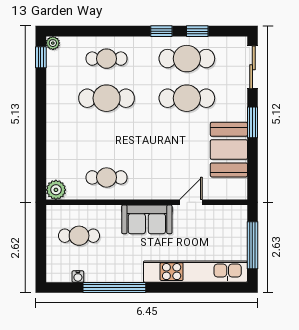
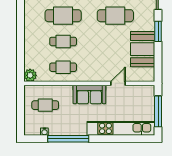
cafe table: (107, 138) -> (63, 41), added

